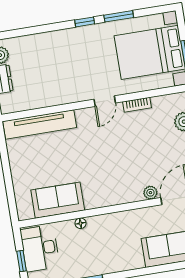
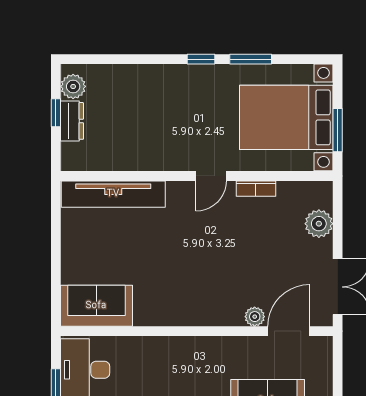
sofa: (58, 200) -> (96, 306), moved
floor lamp: (81, 223) -> (148, 344), removed

